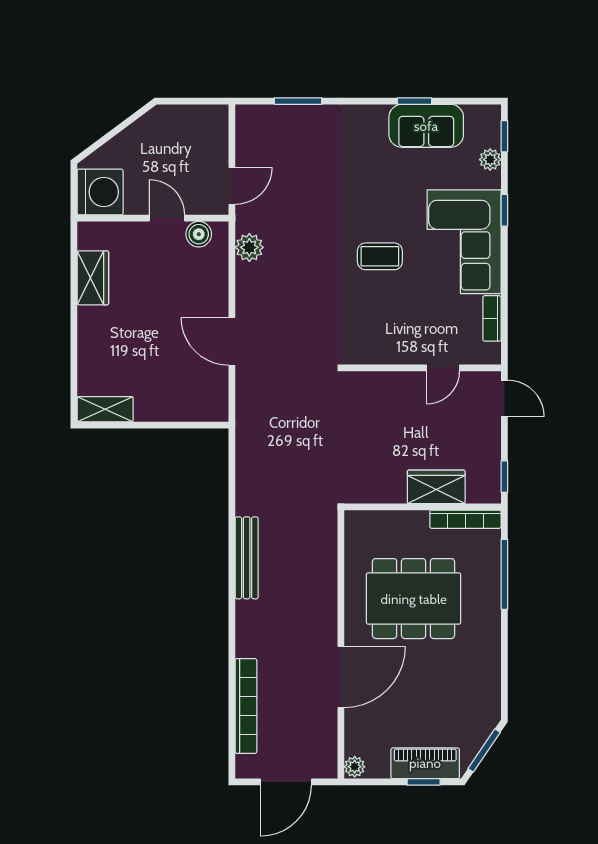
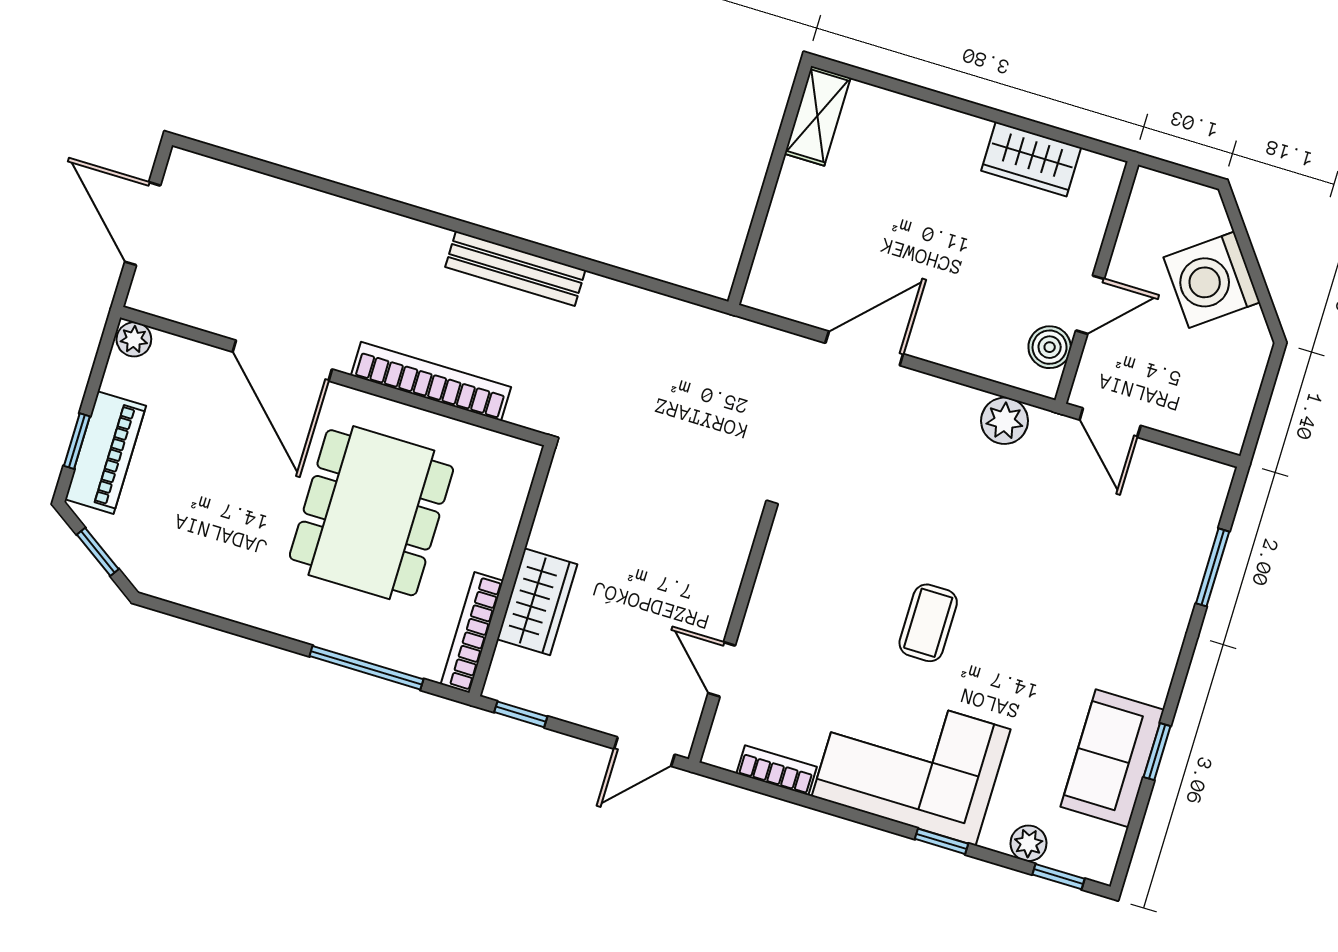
washing machine: (100, 192) -> (1212, 280), moved, turned 53
bookcase: (246, 706) -> (431, 381), moved, turned 180
window: (484, 750) -> (98, 552), width x0.67

